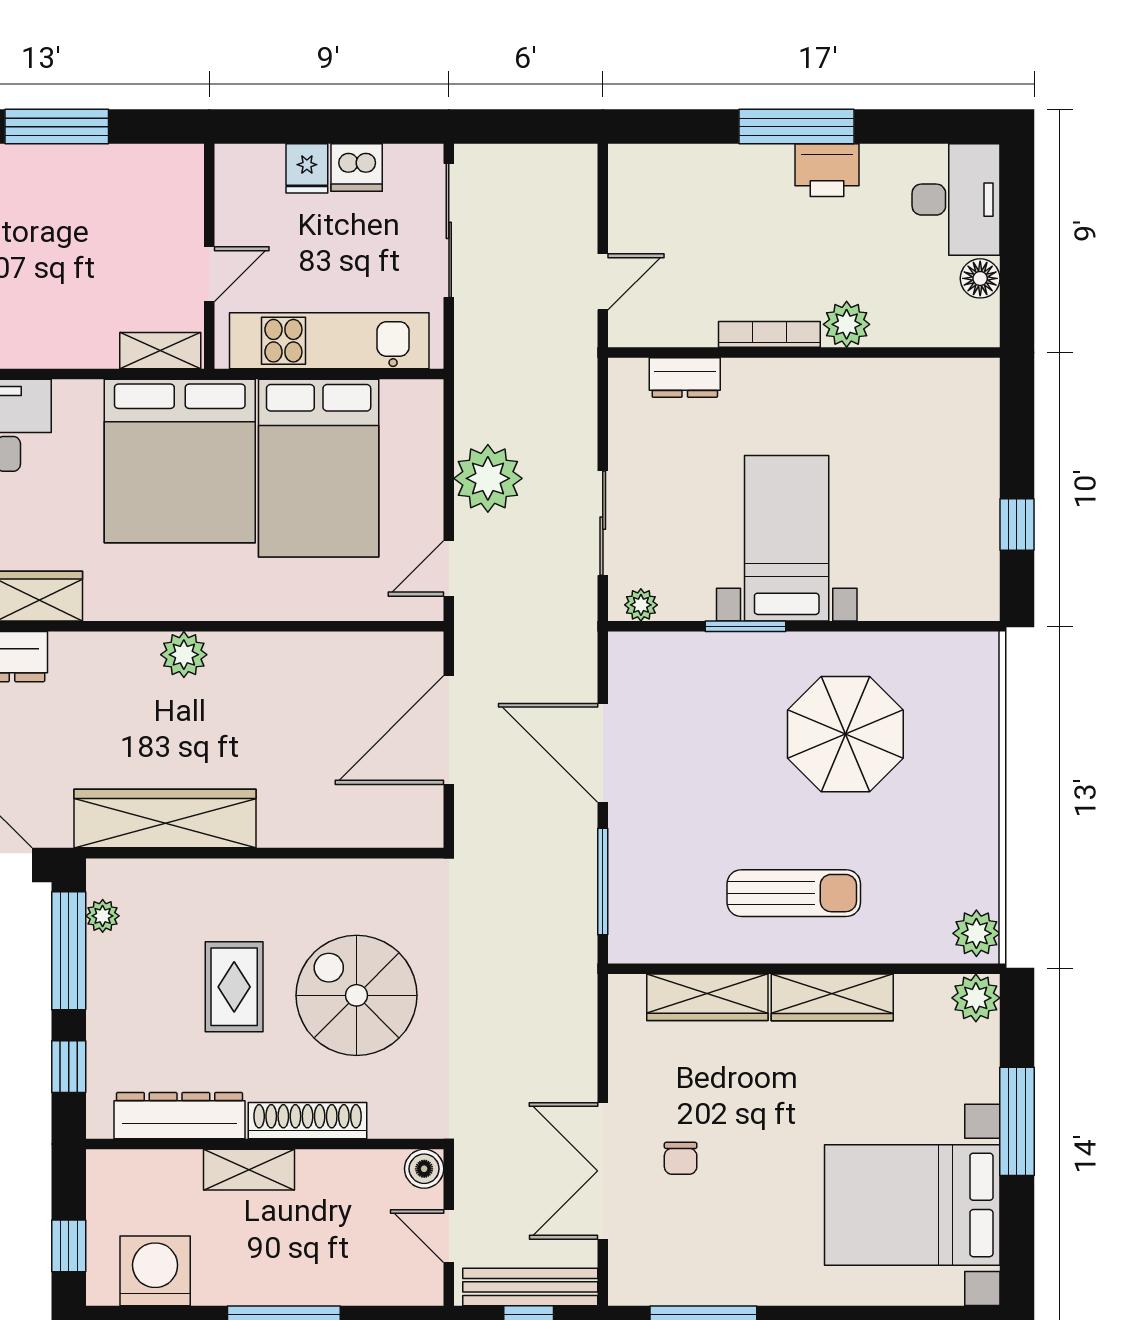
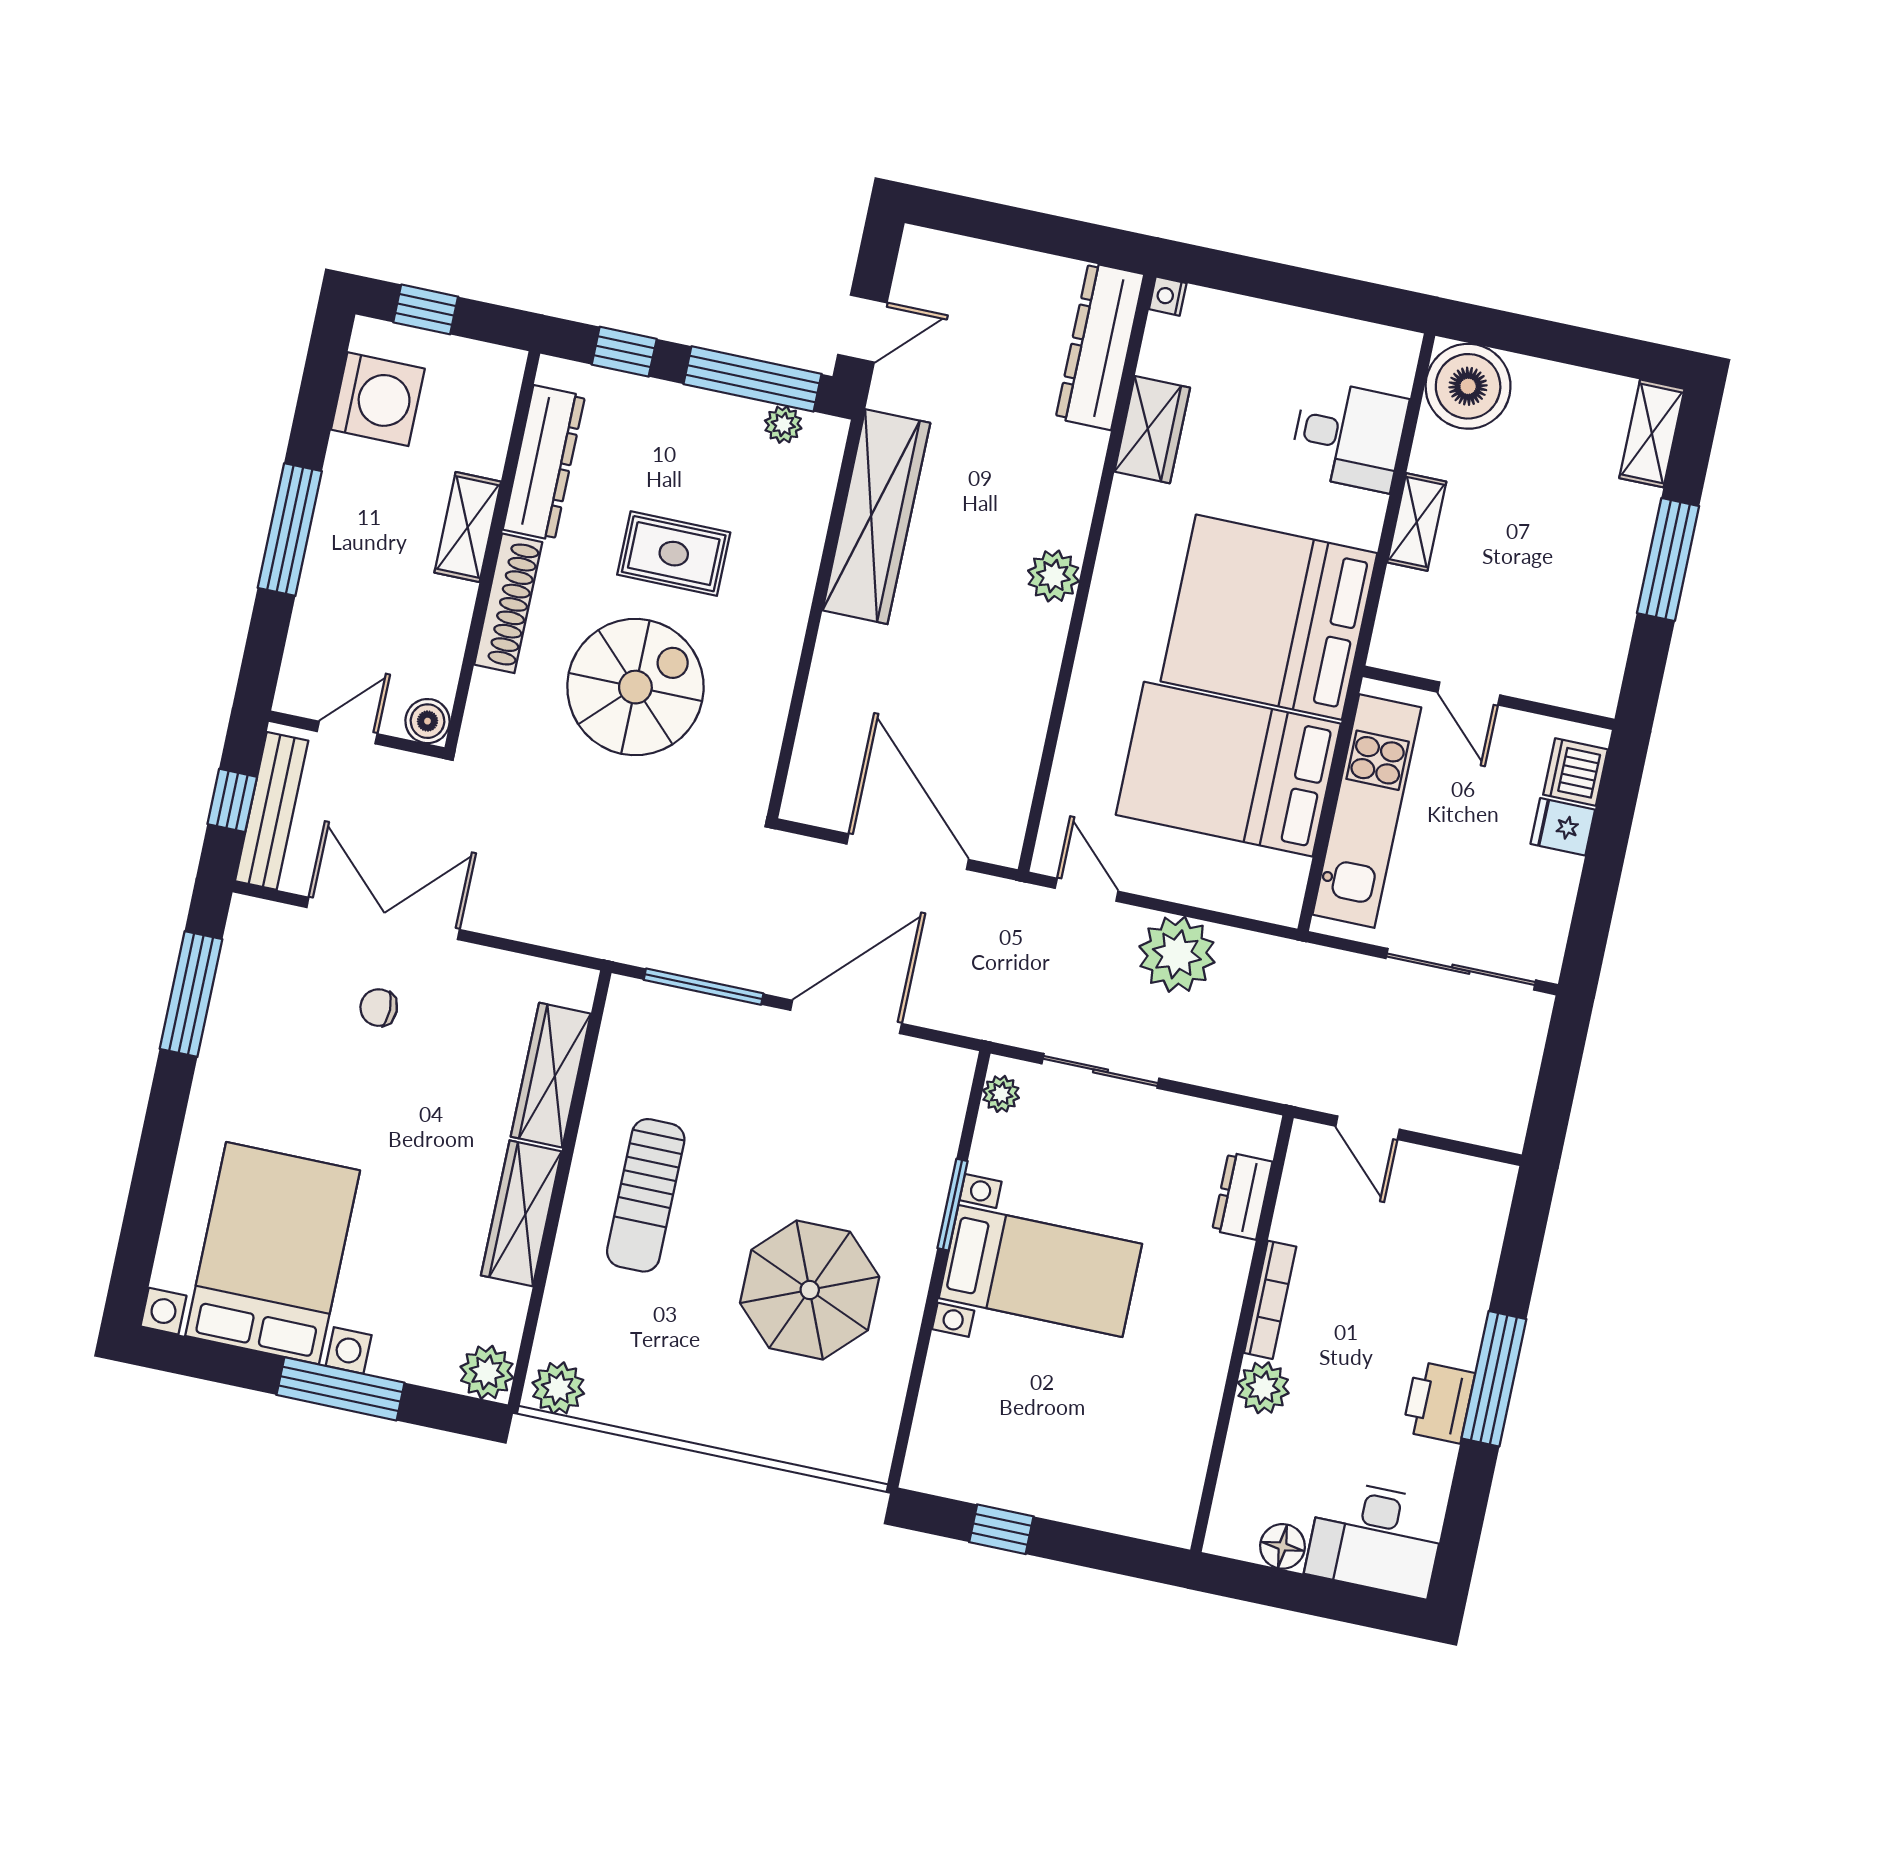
dishwasher: (357, 168) -> (1575, 772), moved
shelving: (160, 351) -> (1417, 522), moved

